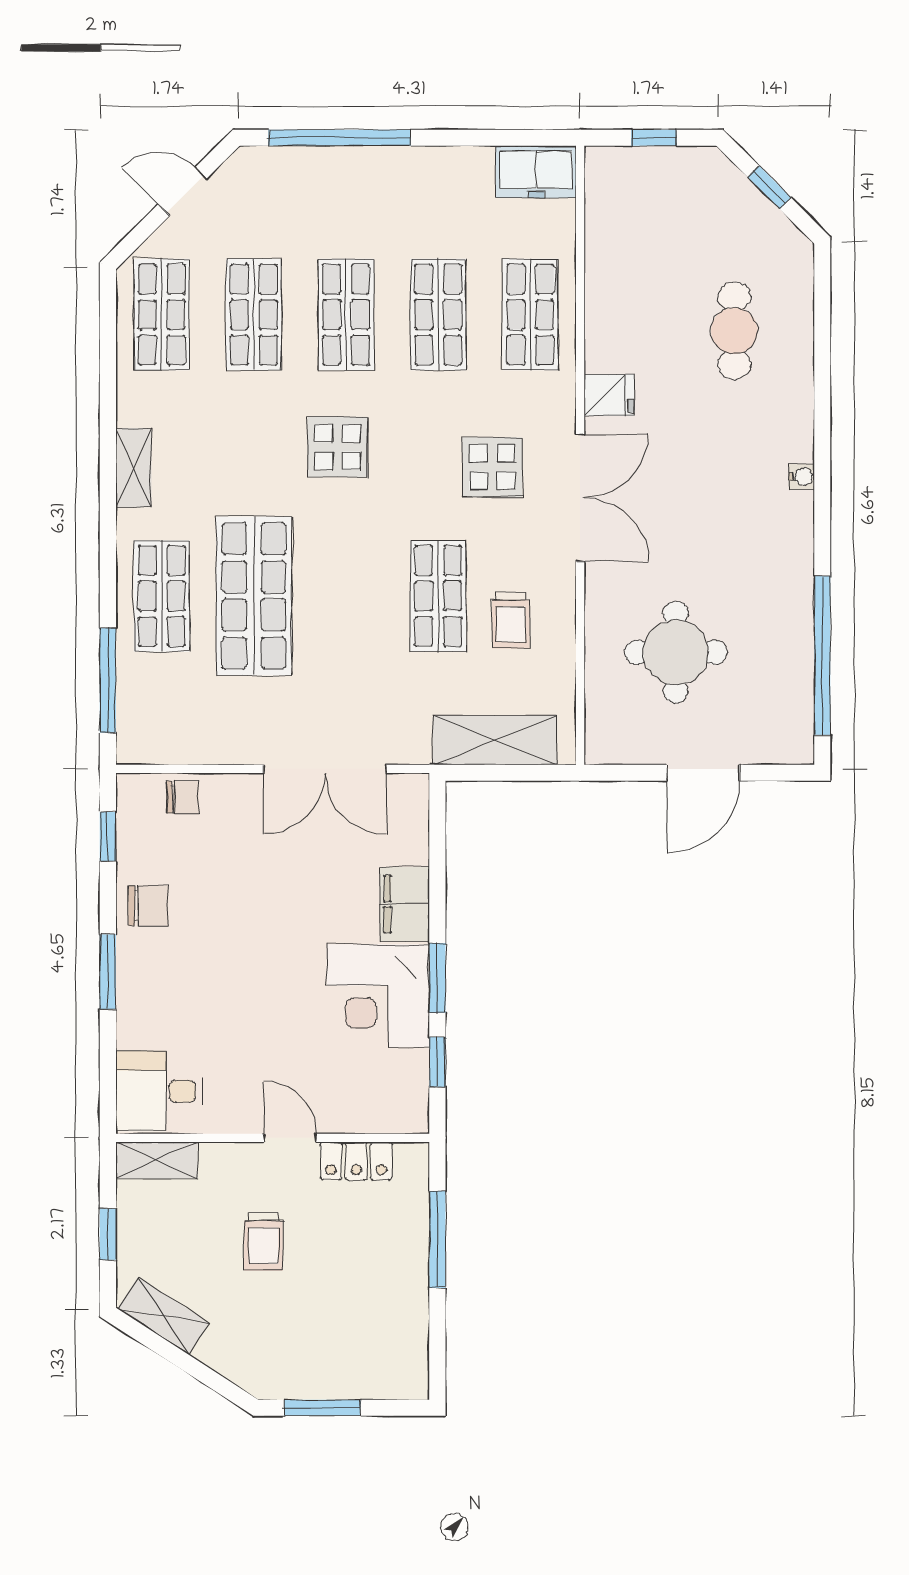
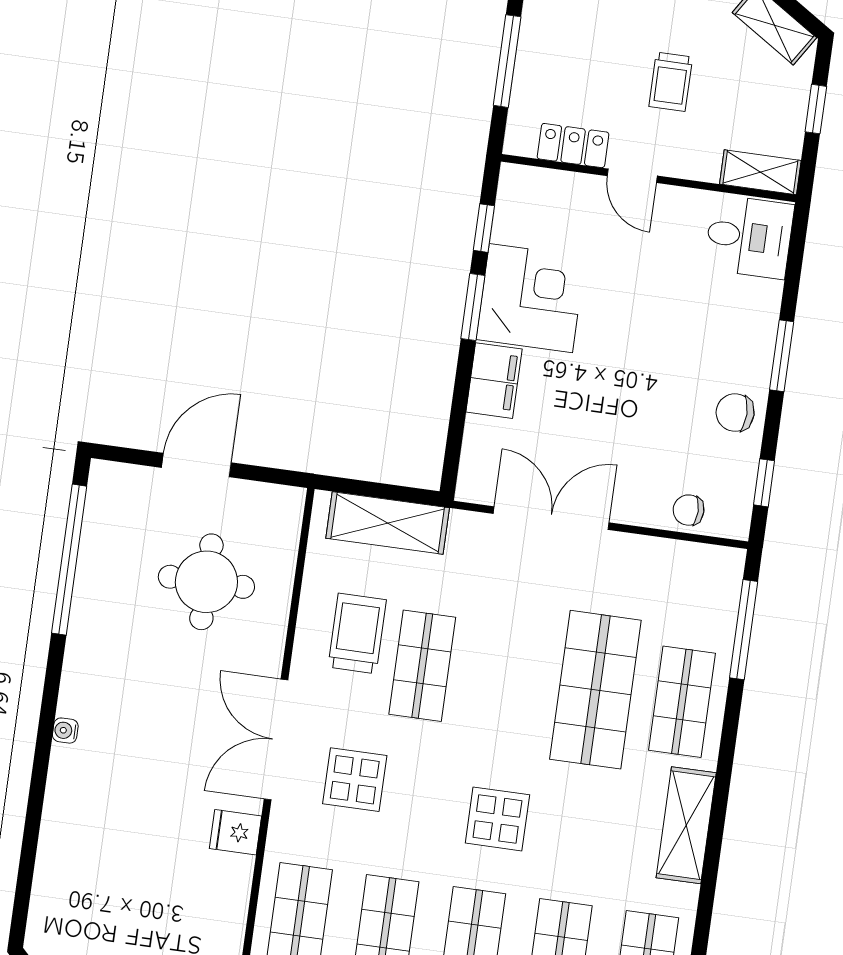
cafe table: (734, 331) -> (109, 876), removed
shelving: (134, 468) -> (686, 825), width x1.50, depth x1.33
trolley: (511, 620) -> (357, 633), width x1.36, depth x1.39
trolley: (263, 1242) -> (671, 82), turned 180

